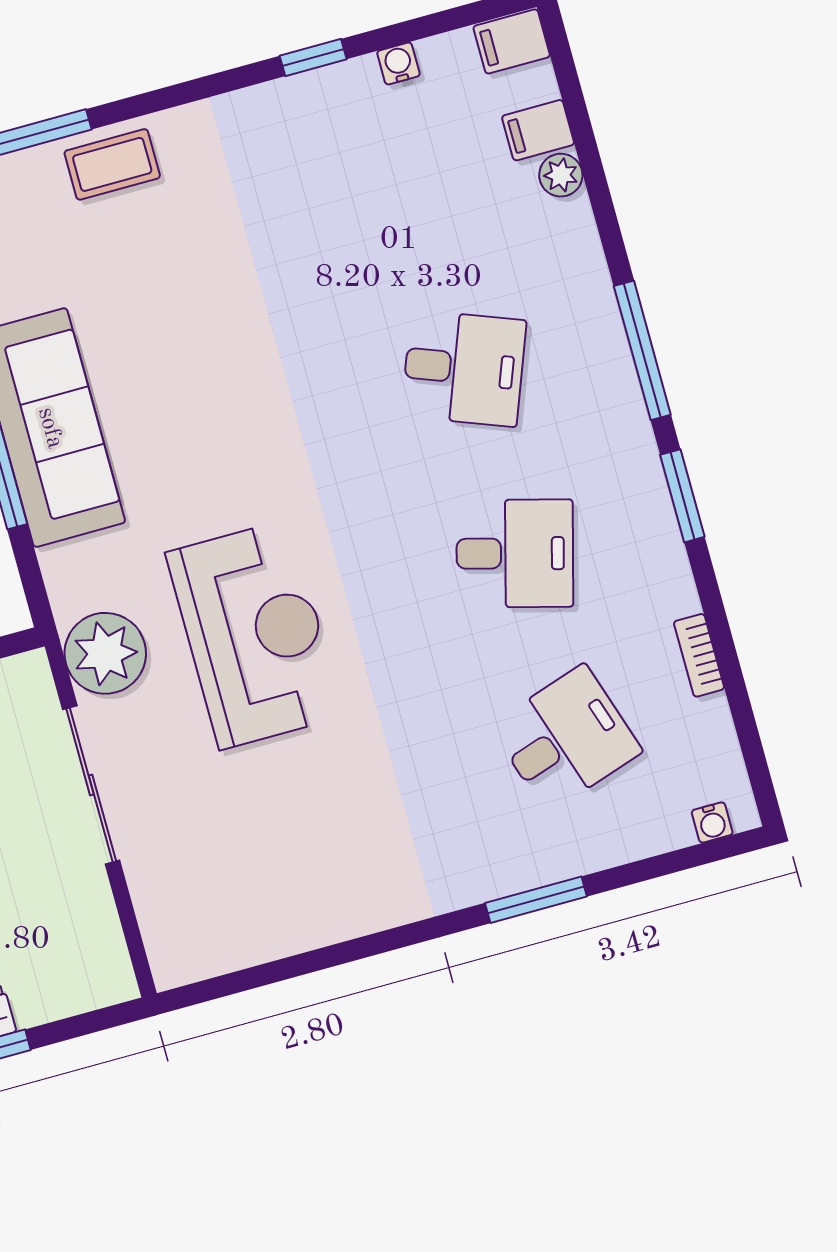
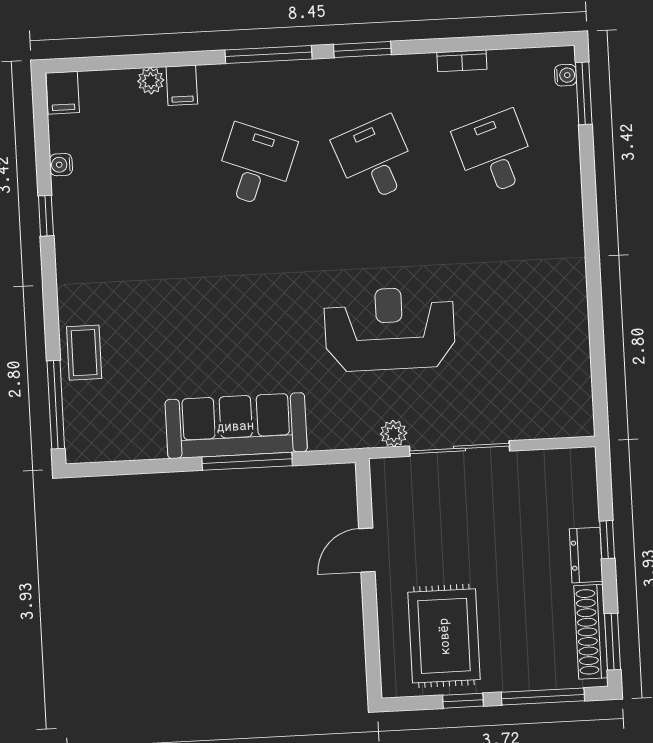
filing cabinet: (538, 130) -> (182, 85), moved
desk: (515, 553) -> (375, 159), turned -36
plant: (105, 653) -> (394, 433), width x0.53, depth x0.53
window: (536, 900) -> (584, 93), moved

